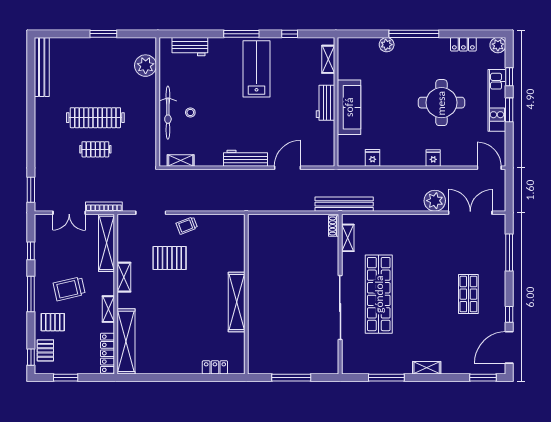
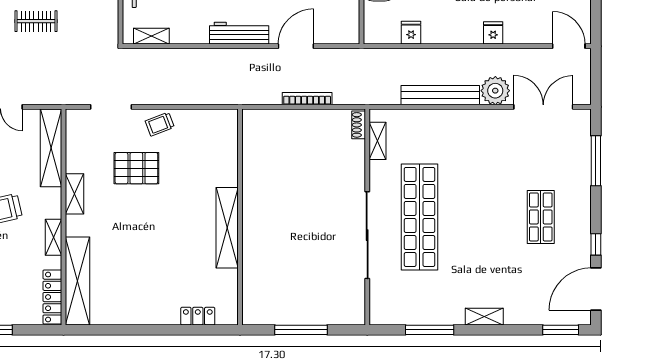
bench: (344, 204) -> (440, 95), moved
bookcase: (104, 207) -> (307, 99), moved

